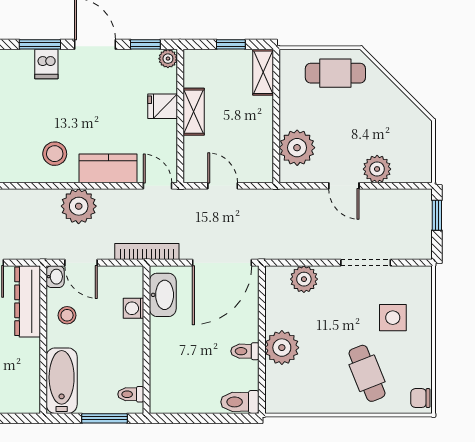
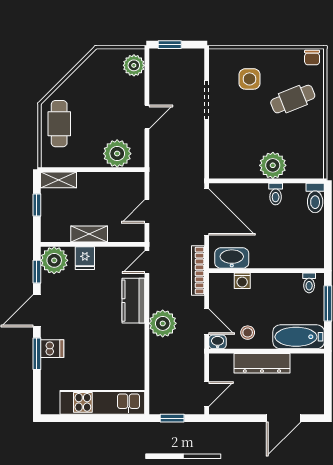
plant: (168, 59) -> (54, 260), width x1.88, depth x1.88
stool: (55, 154) -> (122, 342), removed
plant: (377, 169) -> (134, 65), moved
door: (81, 263) -> (207, 322), hinge flipped
plant: (304, 279) -> (219, 148), removed
dresser: (28, 301) -> (262, 363), moved

